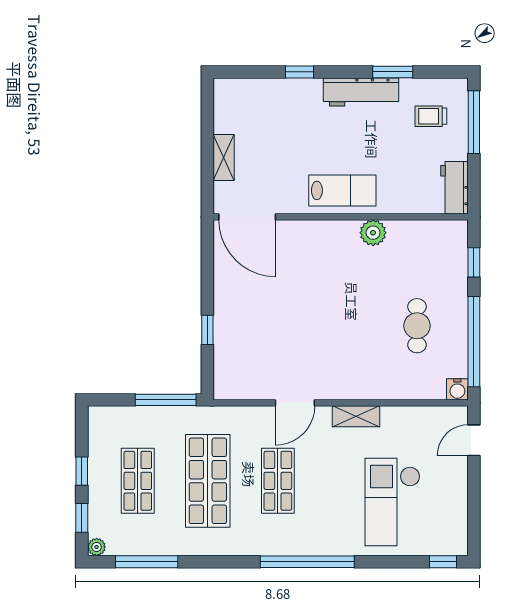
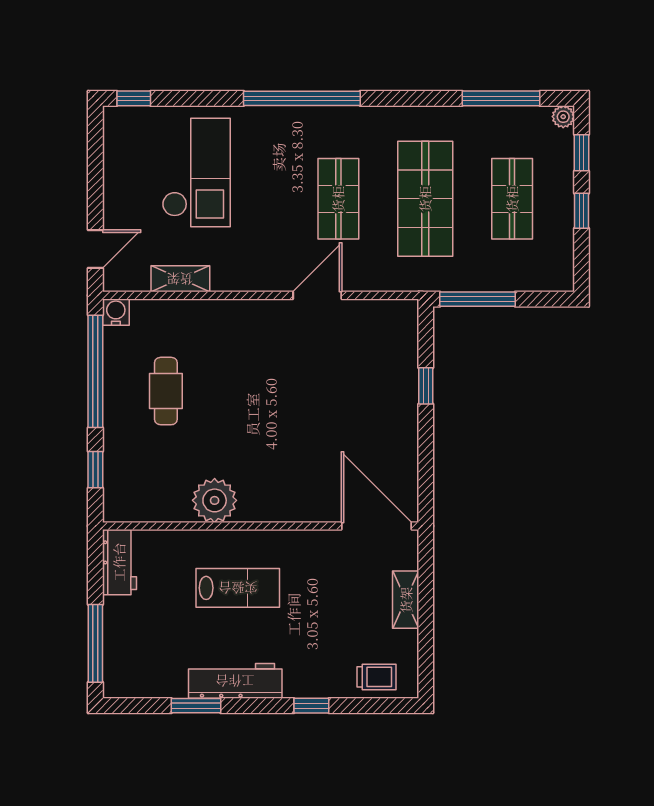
trolley: (431, 116) -> (376, 677), moved
lab bench: (342, 190) -> (238, 588), moved, turned 180
plant: (373, 233) -> (215, 500), width x1.36, depth x1.36
shelving: (356, 416) -> (180, 279), moved

